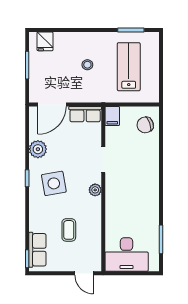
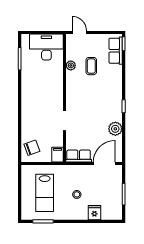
fridge: (45, 41) -> (94, 213), moved
side table: (54, 183) -> (103, 102), removed
plant: (95, 190) -> (71, 65), moved

